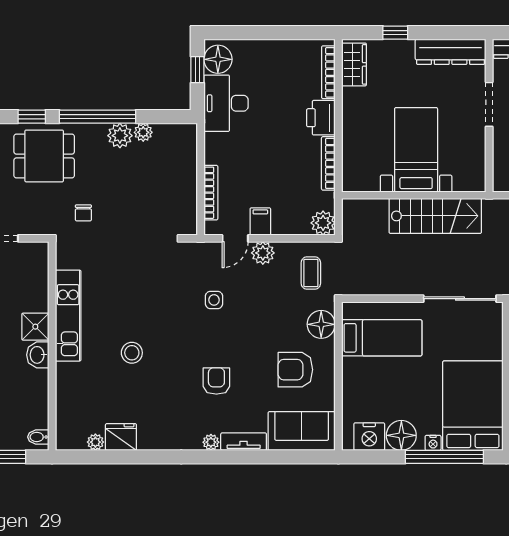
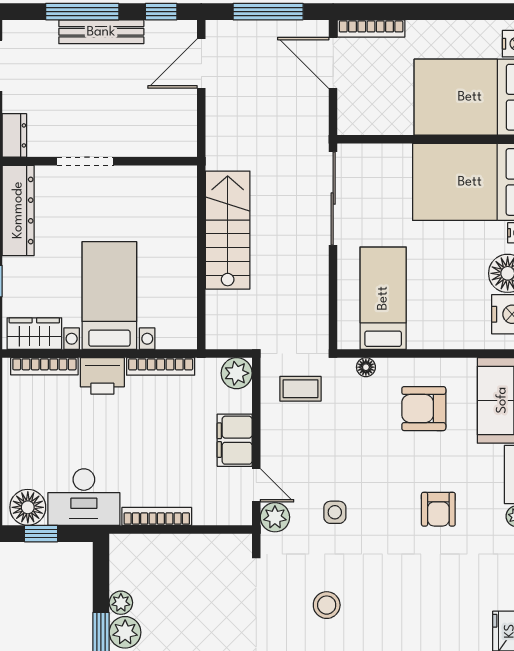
bed with nightstands: (416, 150) -> (109, 296), moved, turned 90
bookcase: (211, 193) -> (157, 516), moved
filing cabinet: (260, 221) -> (235, 440), width x2.00
plant: (263, 253) -> (275, 517), moved
floor lamp: (321, 324) -> (366, 367), width x0.53, depth x0.53
stool: (132, 353) -> (327, 605), moved
armchair: (295, 370) -> (424, 409), turned 90
armchair: (216, 381) -> (438, 509), turned -90

